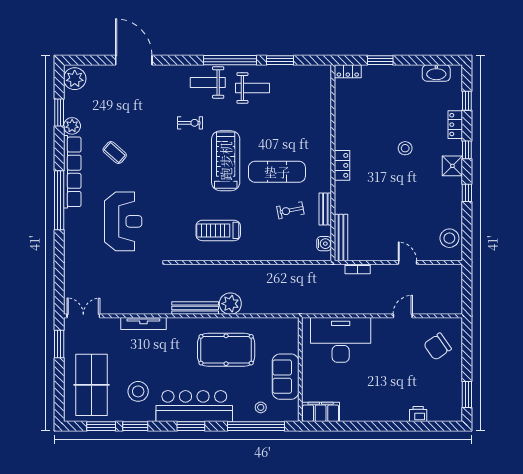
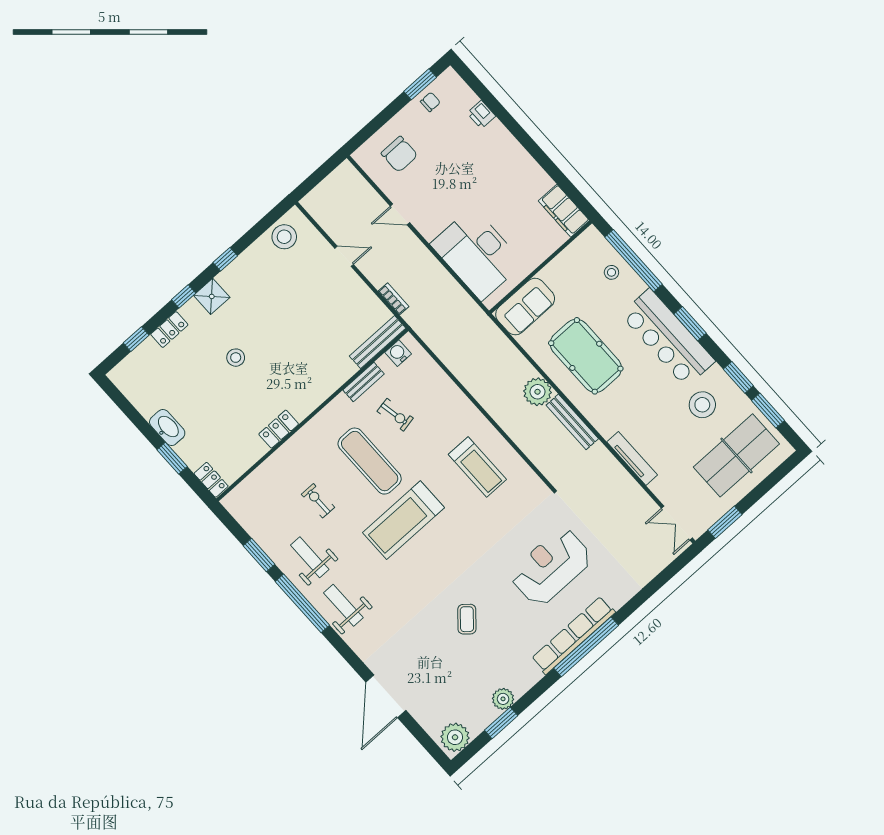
washbasin: (436, 73) -> (167, 428), moved
weight bench: (208, 83) -> (343, 605), turned 180
exercise bike: (190, 123) -> (318, 501), moved
coffee table: (115, 153) -> (467, 619), moved
locker: (342, 165) -> (279, 429), moved
row of seats: (72, 172) -> (573, 635), moved
door: (407, 262) -> (344, 256), swing flipped
chair: (437, 347) -> (399, 154), turned 35
sofa: (286, 377) -> (525, 307), moved
chair: (451, 391) -> (430, 102), added

